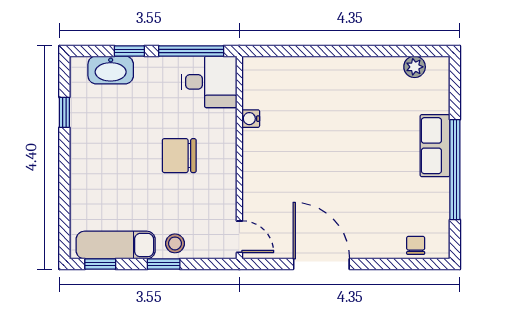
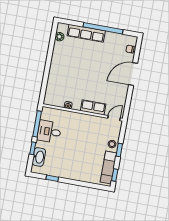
desk: (209, 82) -> (49, 132), moved, turned -90
row of seats: (435, 146) -> (86, 33), width x1.48
chair: (179, 156) -> (78, 136), removed
row of seats: (256, 181) -> (93, 107), added
door: (321, 264) -> (133, 74), moved

